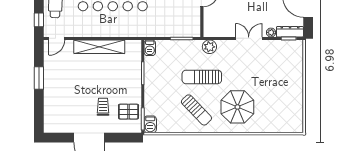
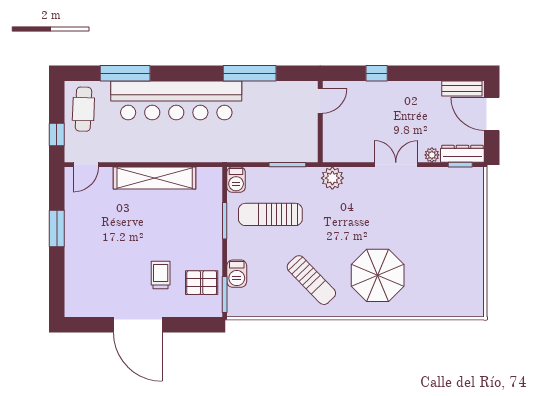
sun lounger: (202, 77) -> (270, 214), moved
barbecue: (150, 124) -> (237, 274), moved

